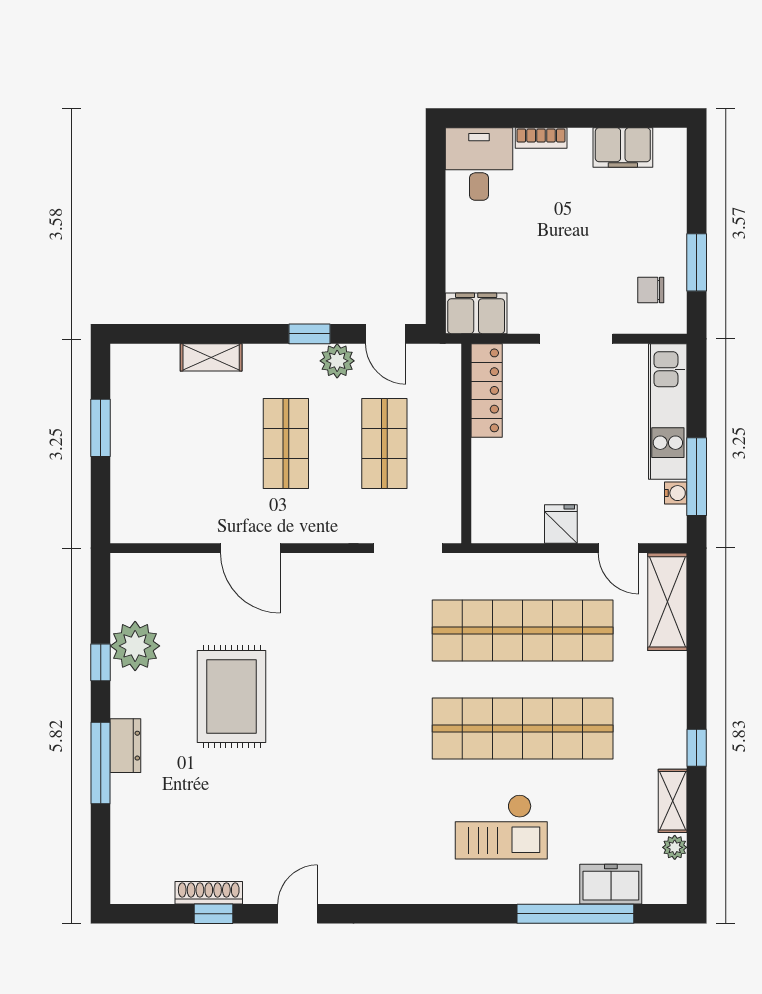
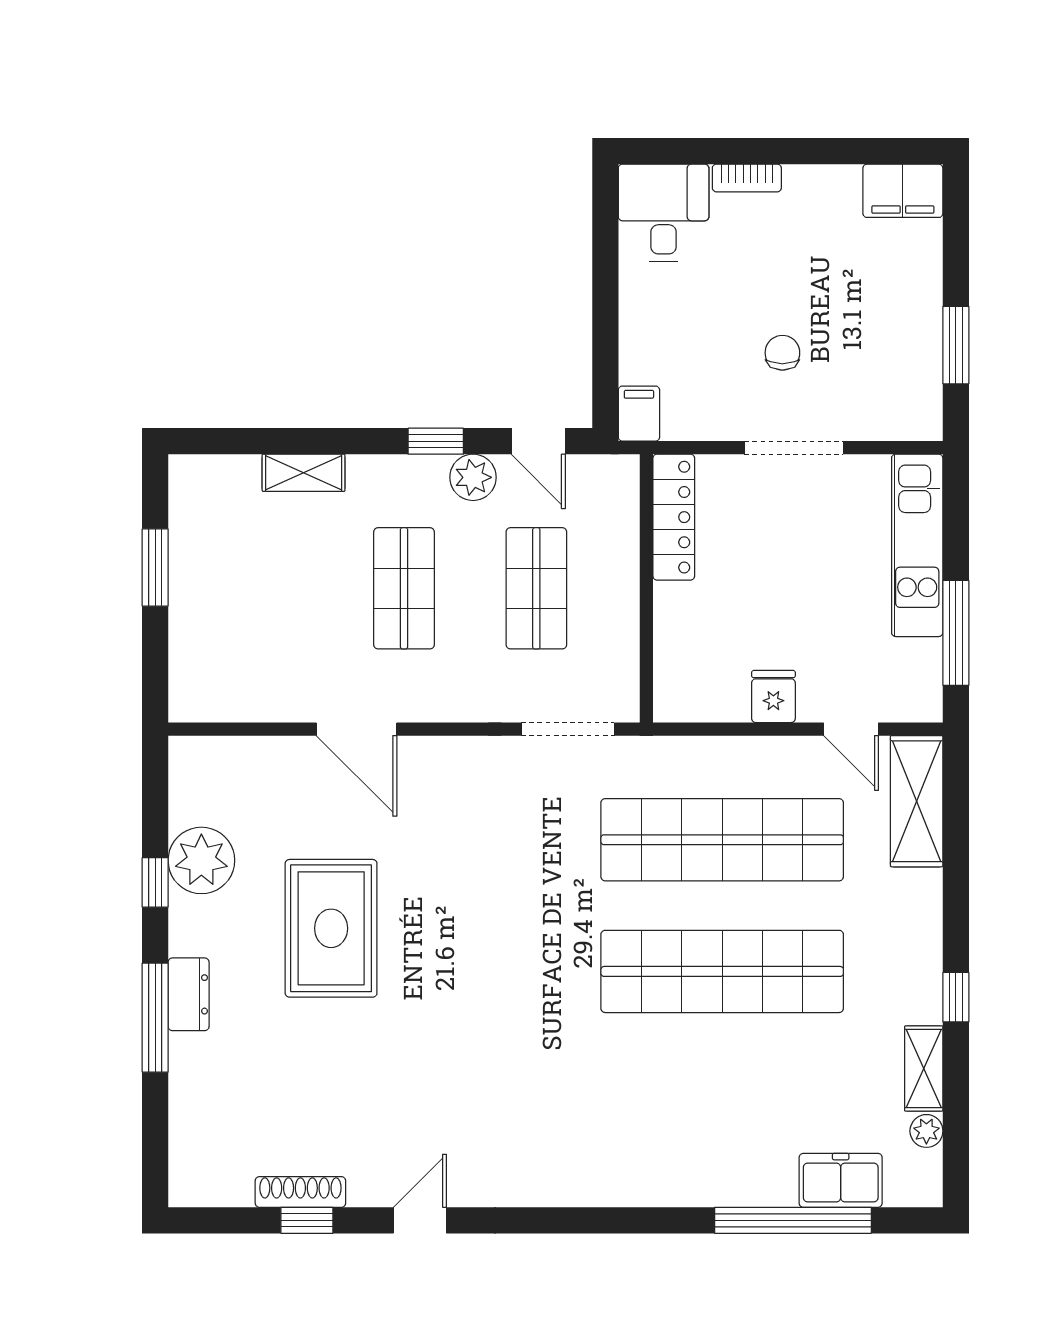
filing cabinet: (623, 148) -> (903, 191), moved
chair: (651, 290) -> (782, 353), moved, turned 90
filing cabinet: (476, 313) -> (639, 414), width x0.50
water cooler: (676, 493) -> (928, 655), removed
checkout: (501, 827) -> (693, 1103), removed

